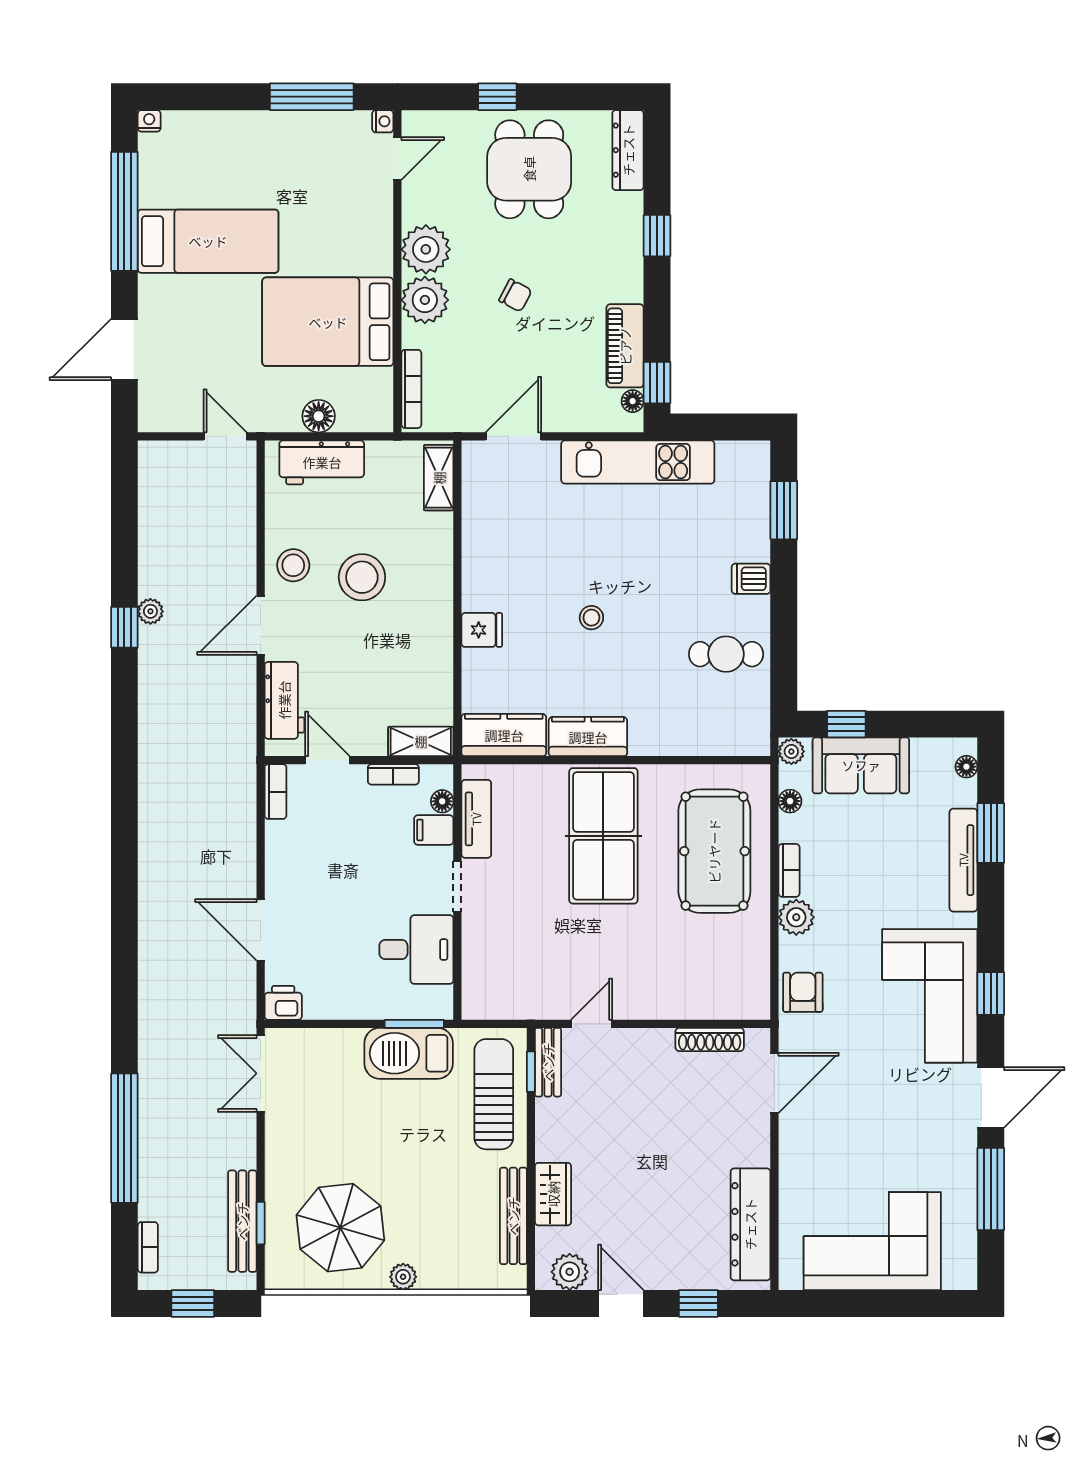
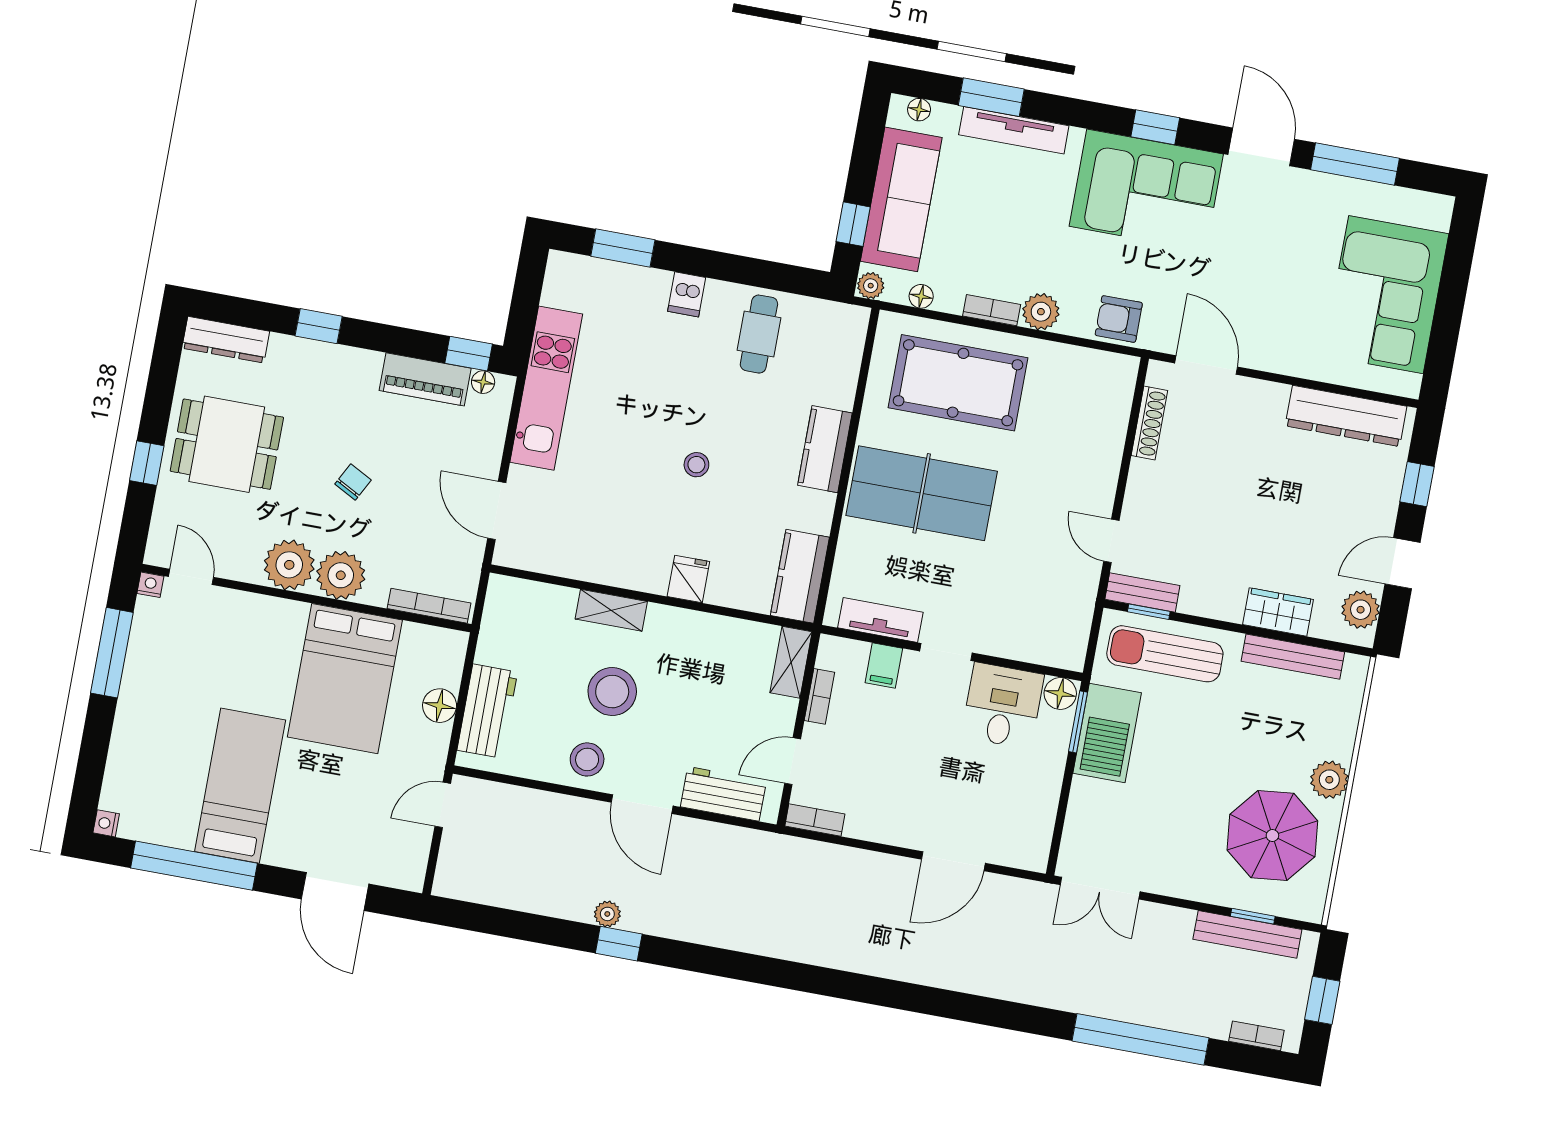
shelving: (439, 478) -> (611, 610), moved
kitchen counter: (588, 737) -> (825, 449), moved
sofa: (861, 765) -> (901, 199), width x1.36
floor lamp: (442, 801) -> (1060, 693), moved, width x1.37, depth x1.37
printer: (283, 1003) -> (1032, 852), removed
plant: (403, 1277) -> (1329, 780), width x1.38, depth x1.38

